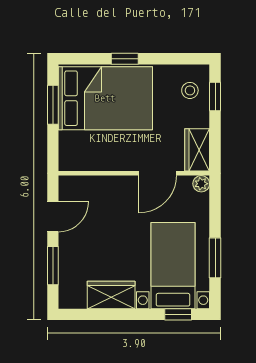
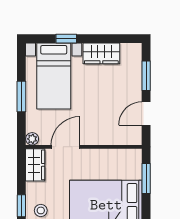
window: (53, 105) -> (146, 178), moved
window: (215, 258) -> (21, 97), moved
window: (178, 314) -> (66, 39), moved

